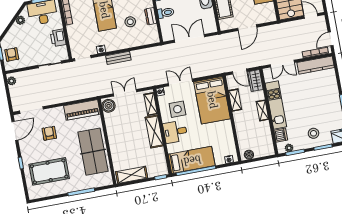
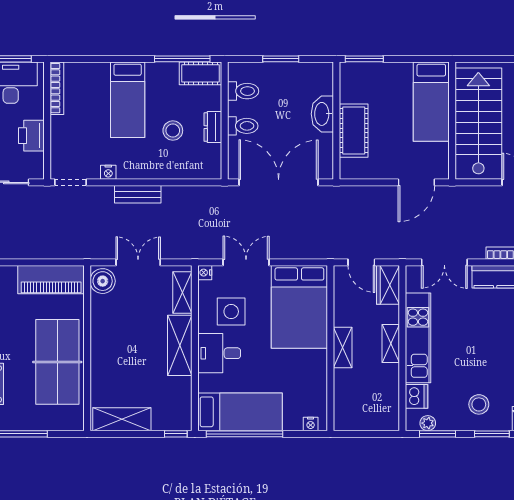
door: (247, 28) -> (416, 182), moved
double door: (190, 38) -> (279, 182), width x1.36
shelving: (235, 100) -> (343, 347), moved
boiler: (249, 155) -> (350, 422), removed

